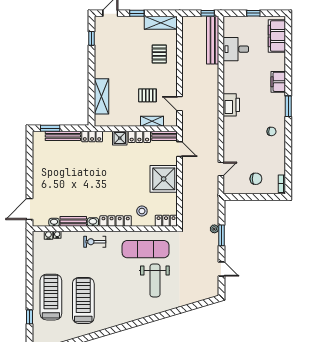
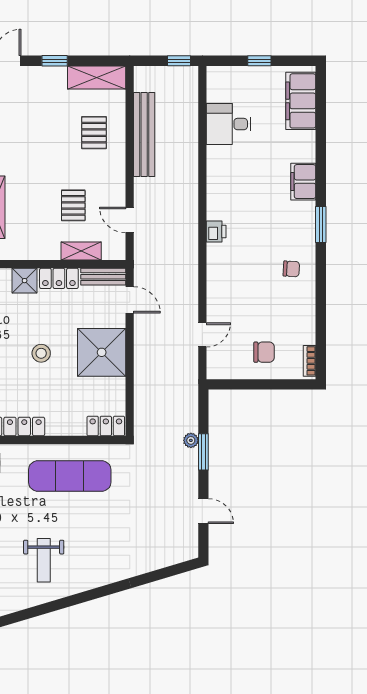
bench: (213, 40) -> (144, 134), moved
pallet: (147, 95) -> (73, 205), turned 90
printer: (231, 105) -> (216, 231), width x0.53, depth x0.68
stool: (142, 211) -> (41, 353), moved
weight bench: (155, 280) -> (44, 560), moved, width x0.73, depth x0.75

